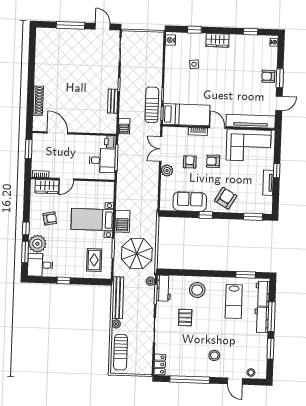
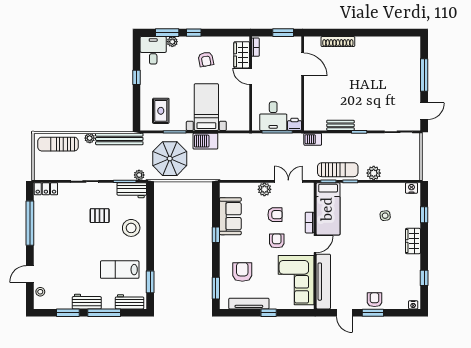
plant: (156, 73) -> (374, 173), added
door: (57, 133) -> (303, 64), hinge flipped
tv unit: (268, 183) -> (249, 304), width x1.41
armchair: (226, 198) -> (242, 272), moved, turned -120
plant: (37, 244) -> (172, 42), width x0.53, depth x0.53
rug: (94, 260) -> (161, 111), turned 90
workbench: (261, 320) -> (87, 302), moved
stool: (214, 355) -> (58, 250), removed

